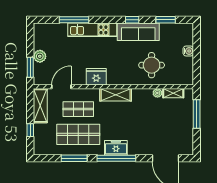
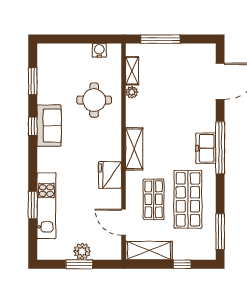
window: (74, 20) -> (33, 205), width x0.69
kitchen unit: (92, 30) -> (46, 206), moved
sofa: (138, 32) -> (49, 126), width x0.73
water cooler: (188, 51) -> (99, 50), moved
window: (30, 67) -> (79, 264), moved
window: (74, 158) -> (220, 232), moved

